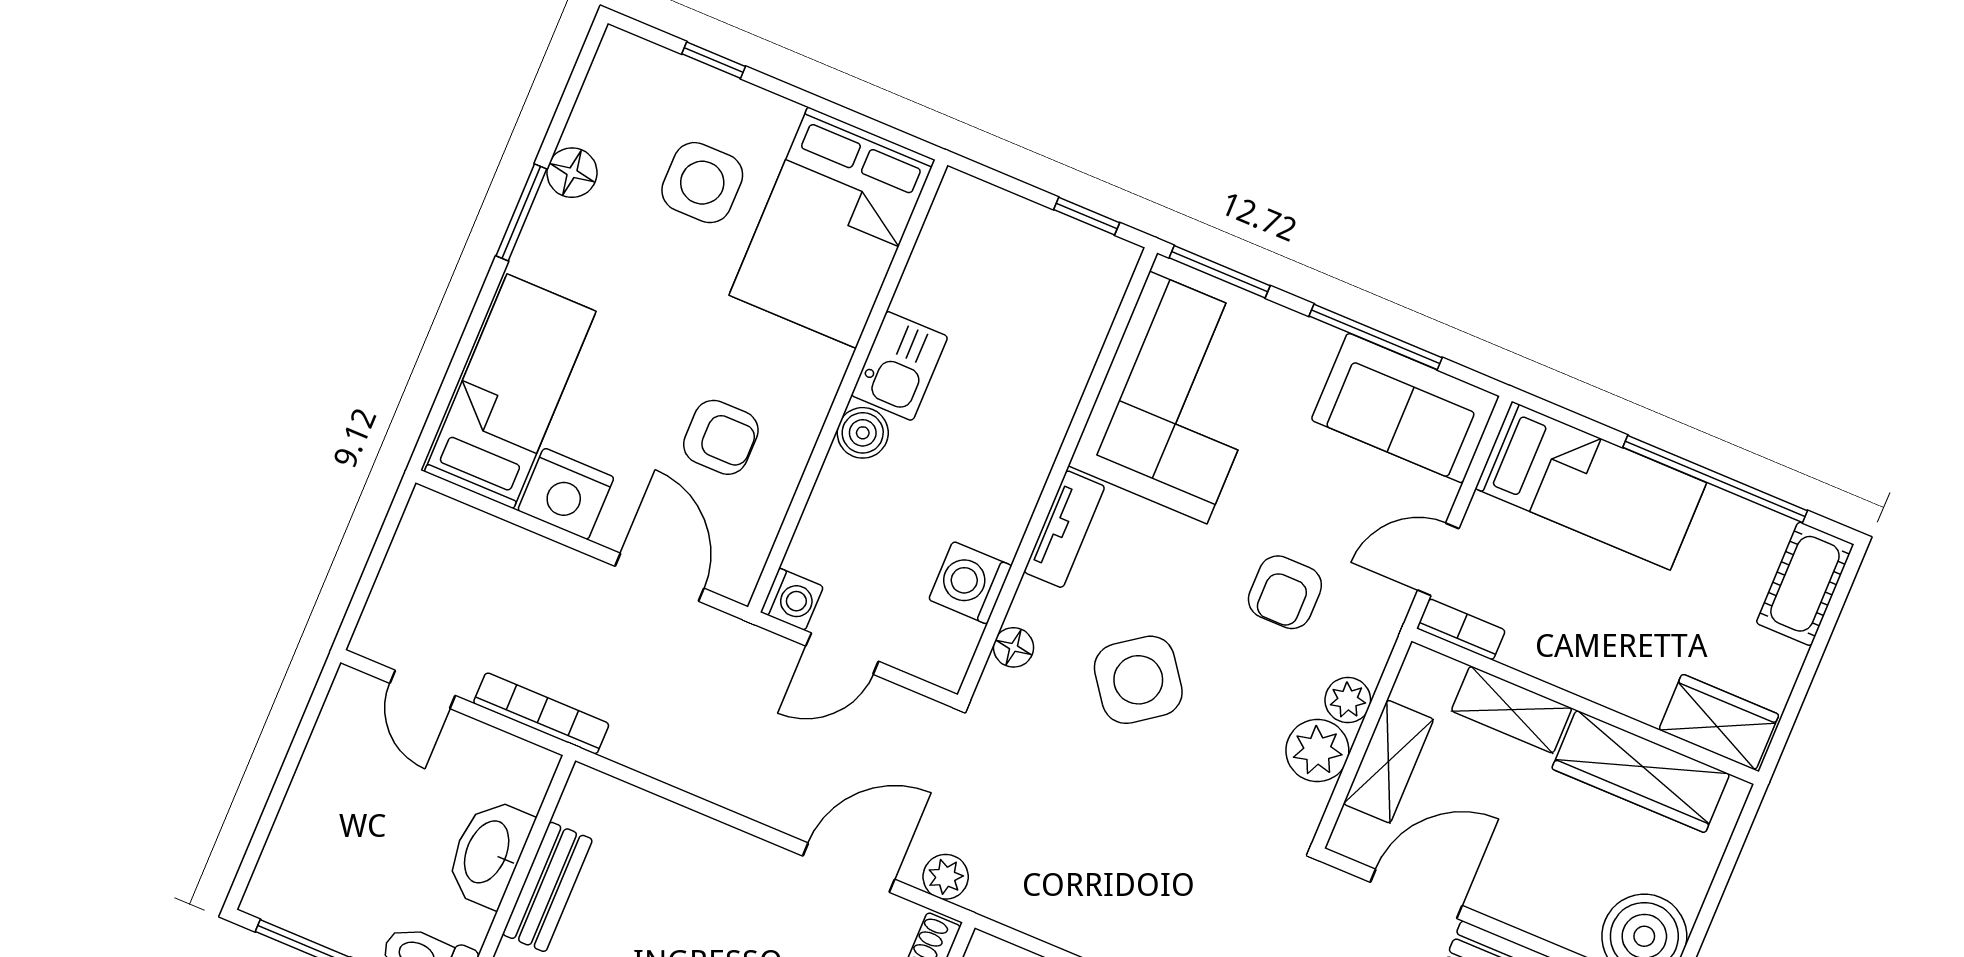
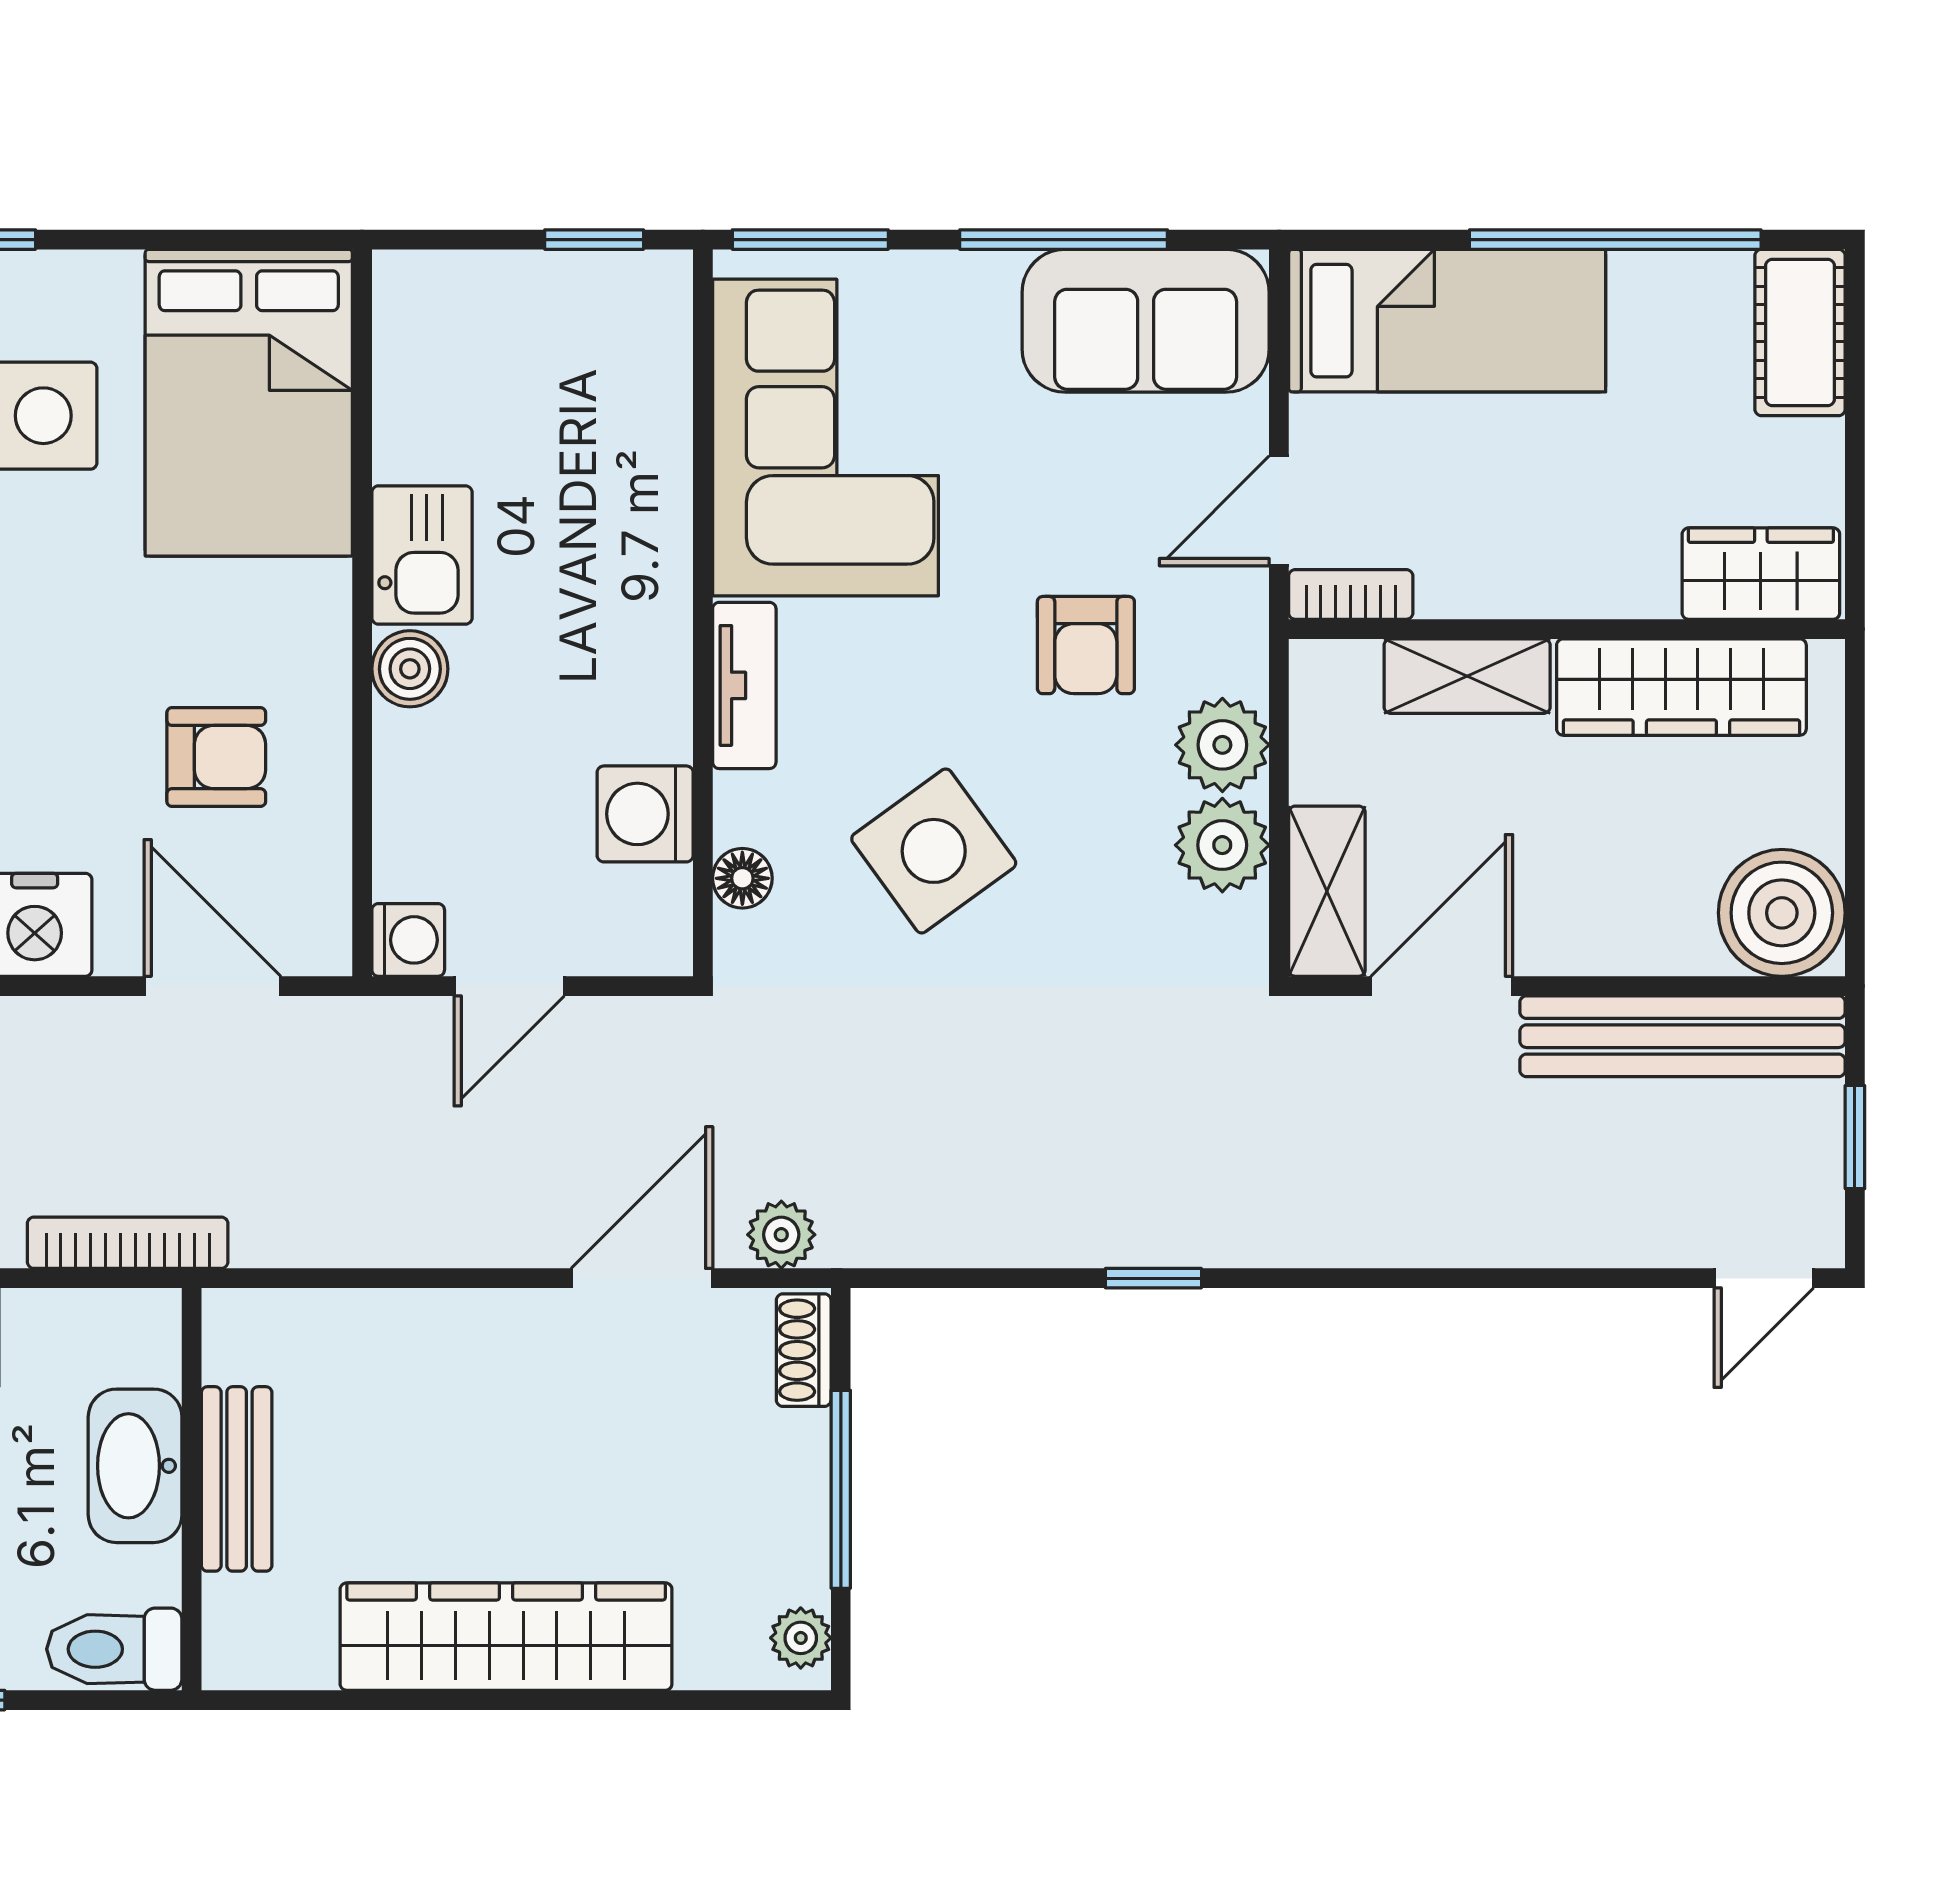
plant: (1348, 700) -> (1222, 745), width x1.38, depth x1.38
shelving: (1388, 762) -> (1327, 891), moved

